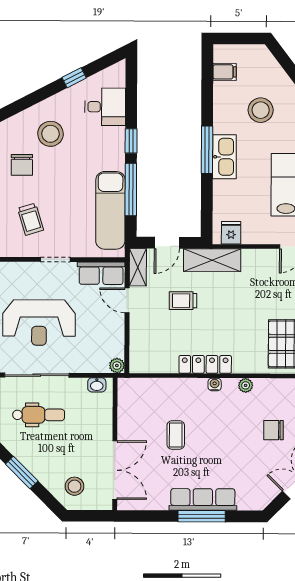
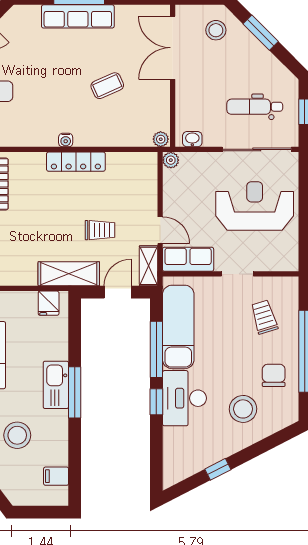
desk: (105, 107) -> (184, 398), moved, width x1.37
plant: (246, 385) -> (161, 139), moved
coffee table: (176, 435) -> (107, 86), turned 66
window: (22, 472) -> (261, 33), moved

